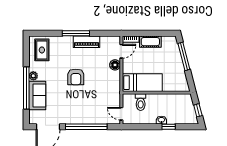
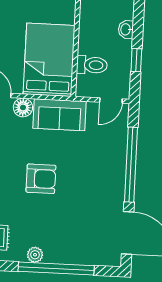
bed: (142, 83) -> (49, 60), width x1.50
sofa: (37, 95) -> (60, 115), moved, turned 180
window: (169, 127) -> (136, 60), moved

